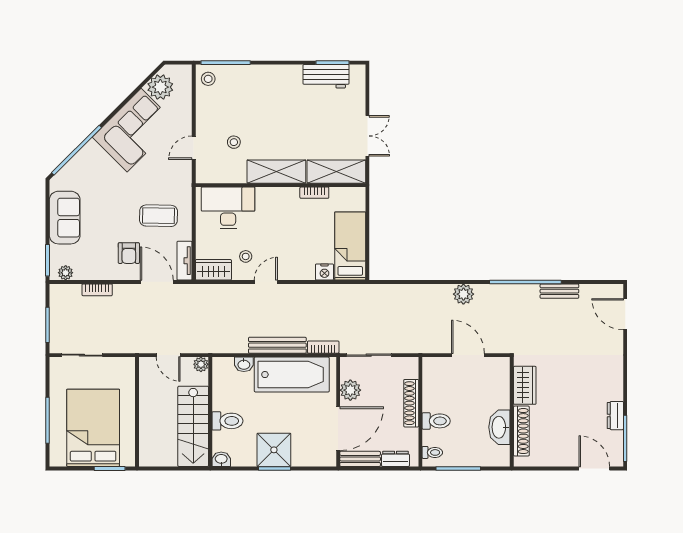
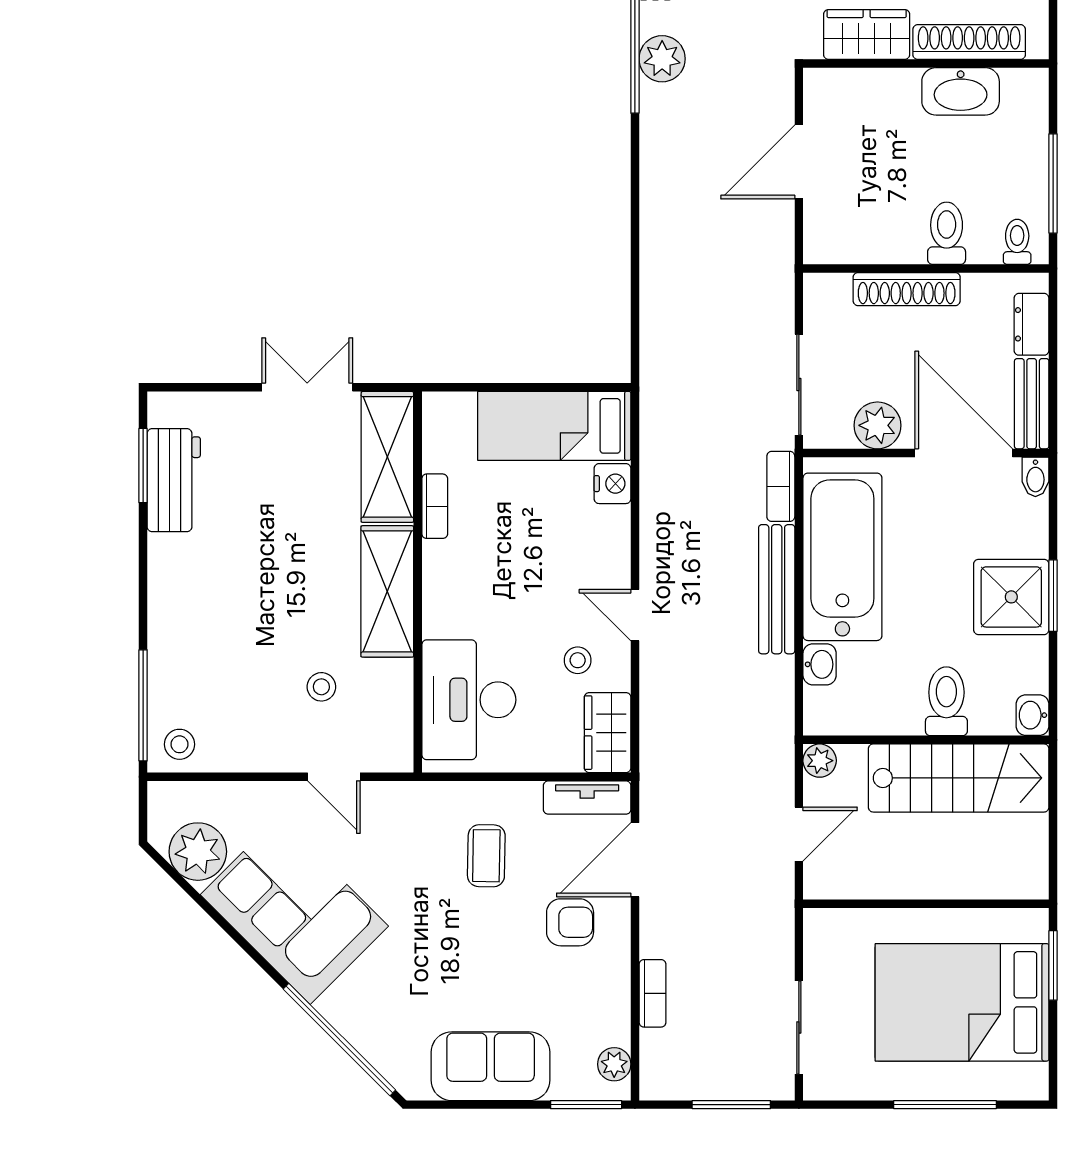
coffee table: (158, 216) -> (486, 856), width x0.73, depth x0.77
plant: (463, 294) -> (662, 59), moved
bidet: (328, 461) -> (1035, 477), added

